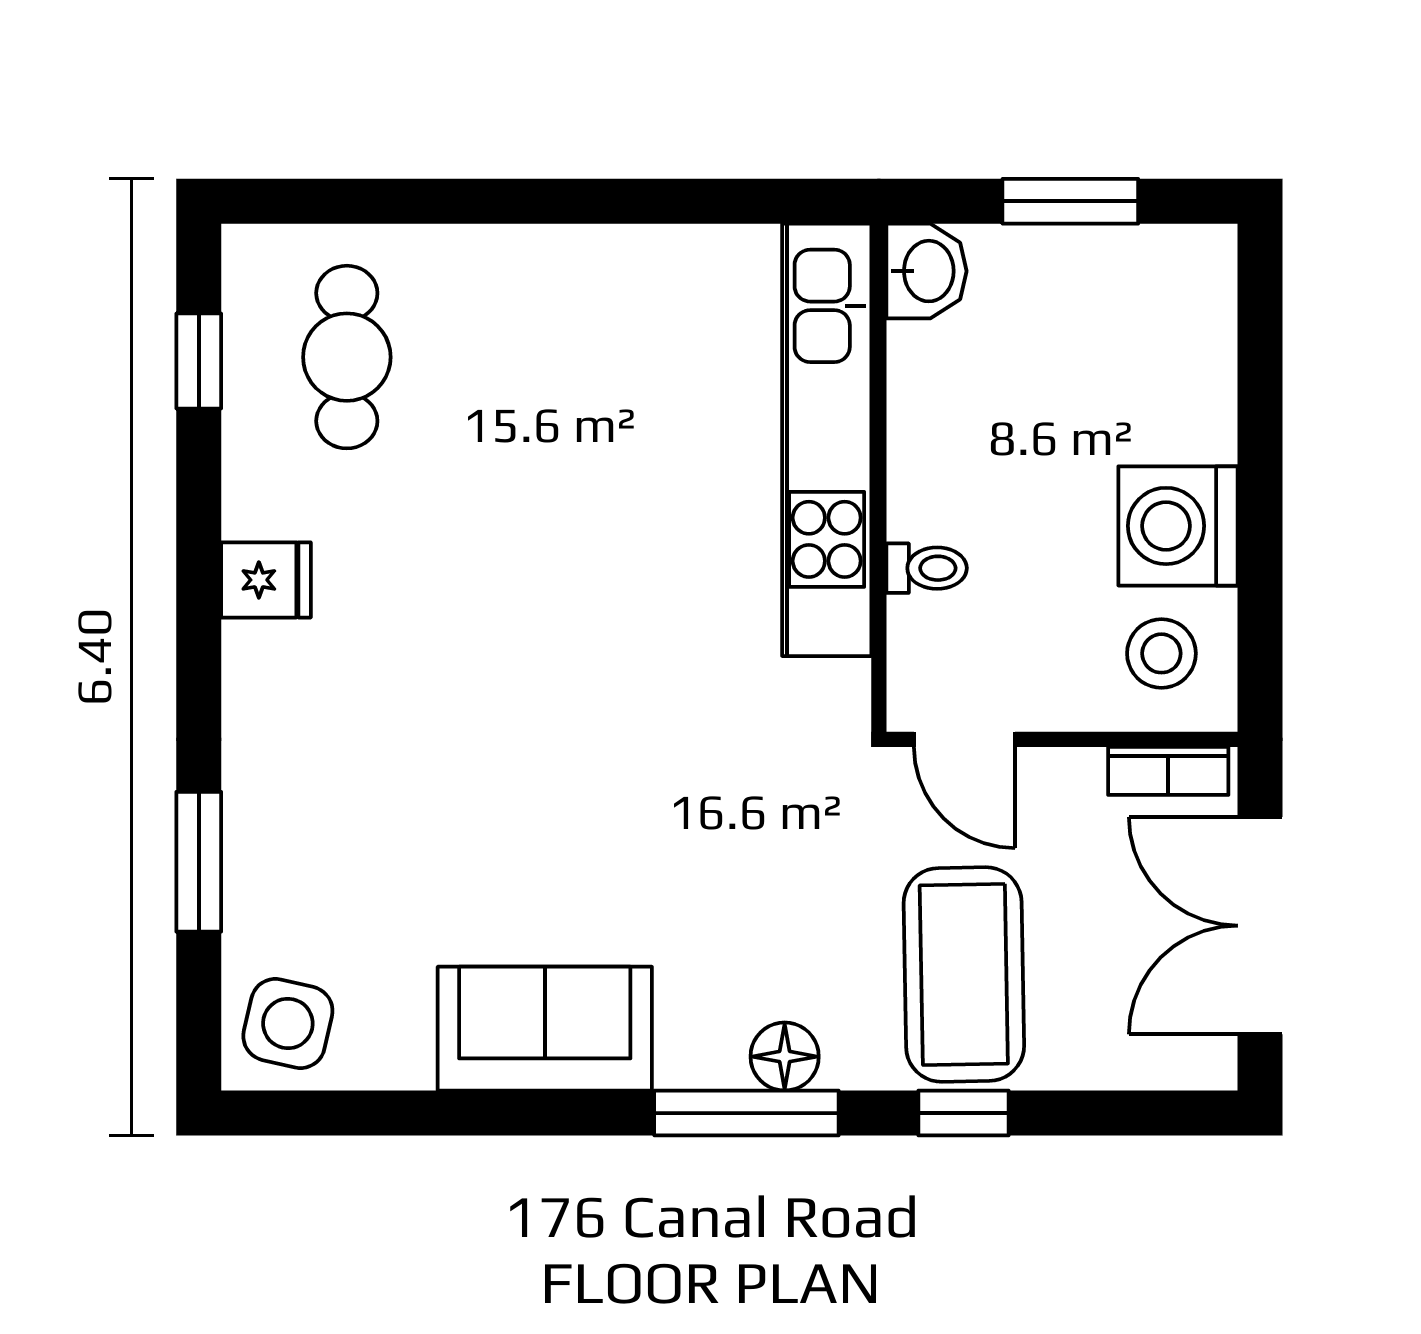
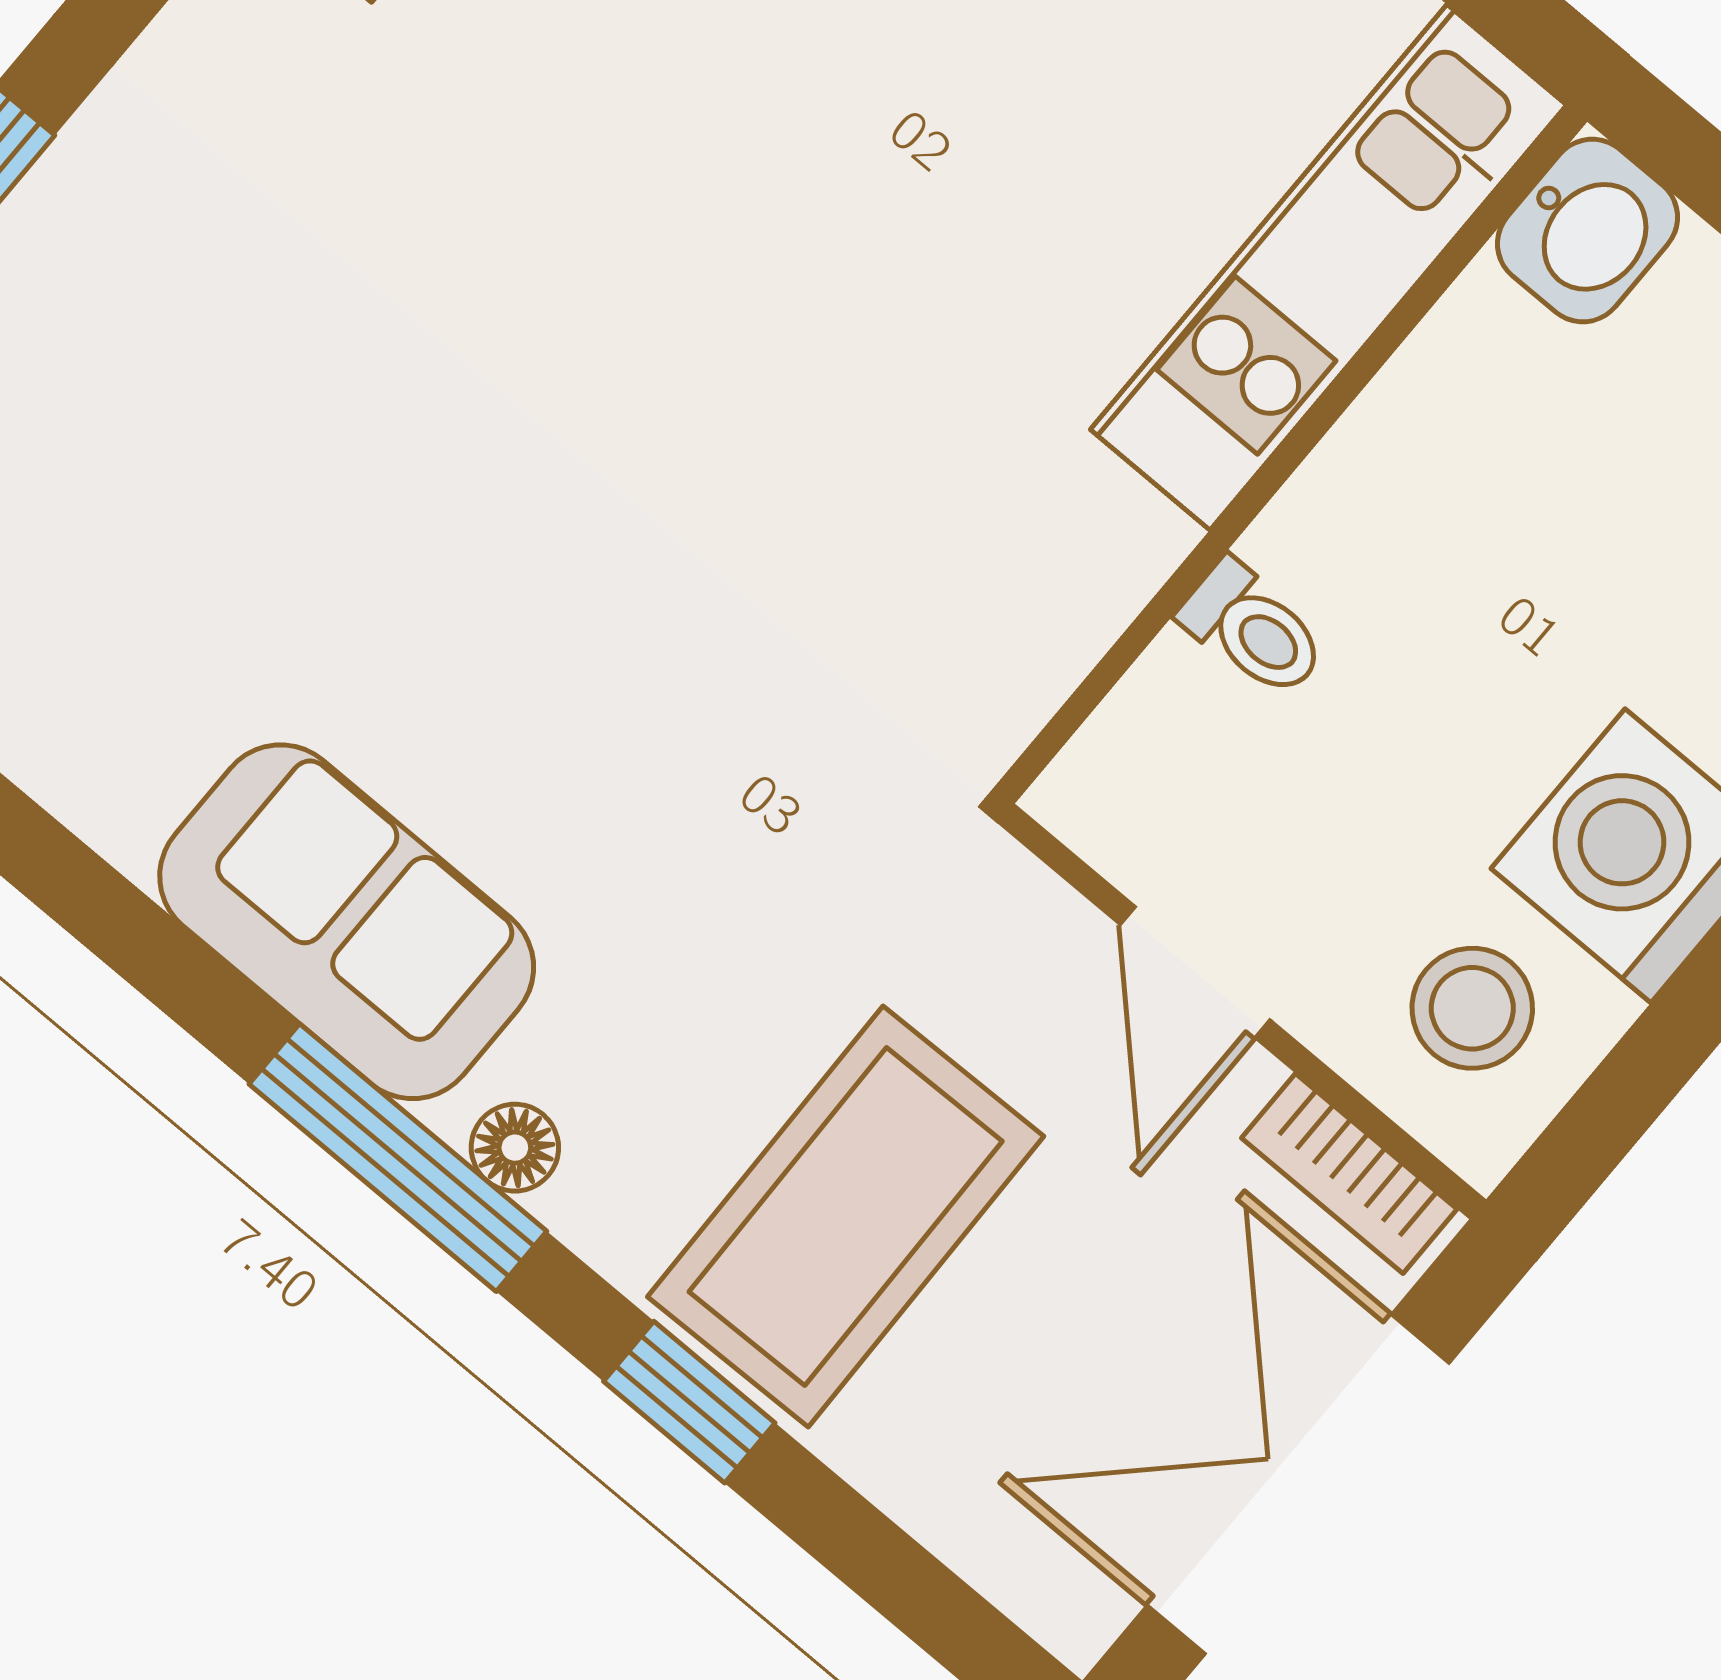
kitchen unit: (827, 440) -> (1329, 267), width x0.73
door: (965, 739) -> (1195, 972), moved
sofa: (545, 1029) -> (347, 922), moved
floor lamp: (785, 1057) -> (515, 1148), width x0.73, depth x0.73

